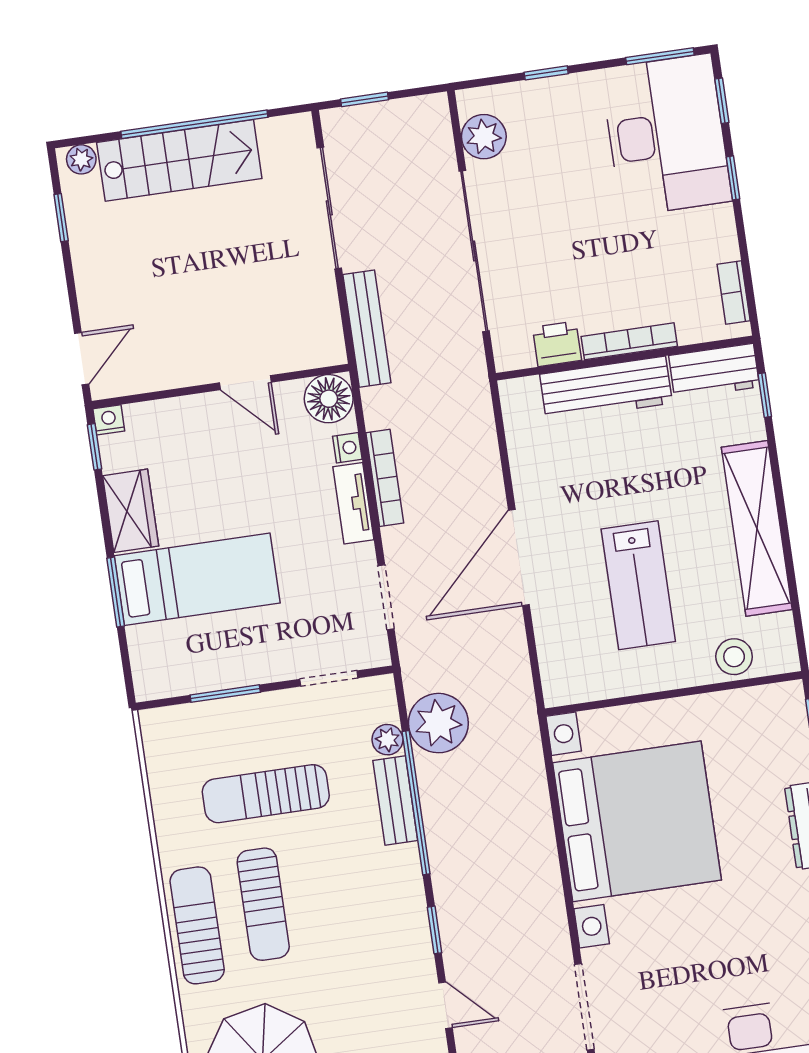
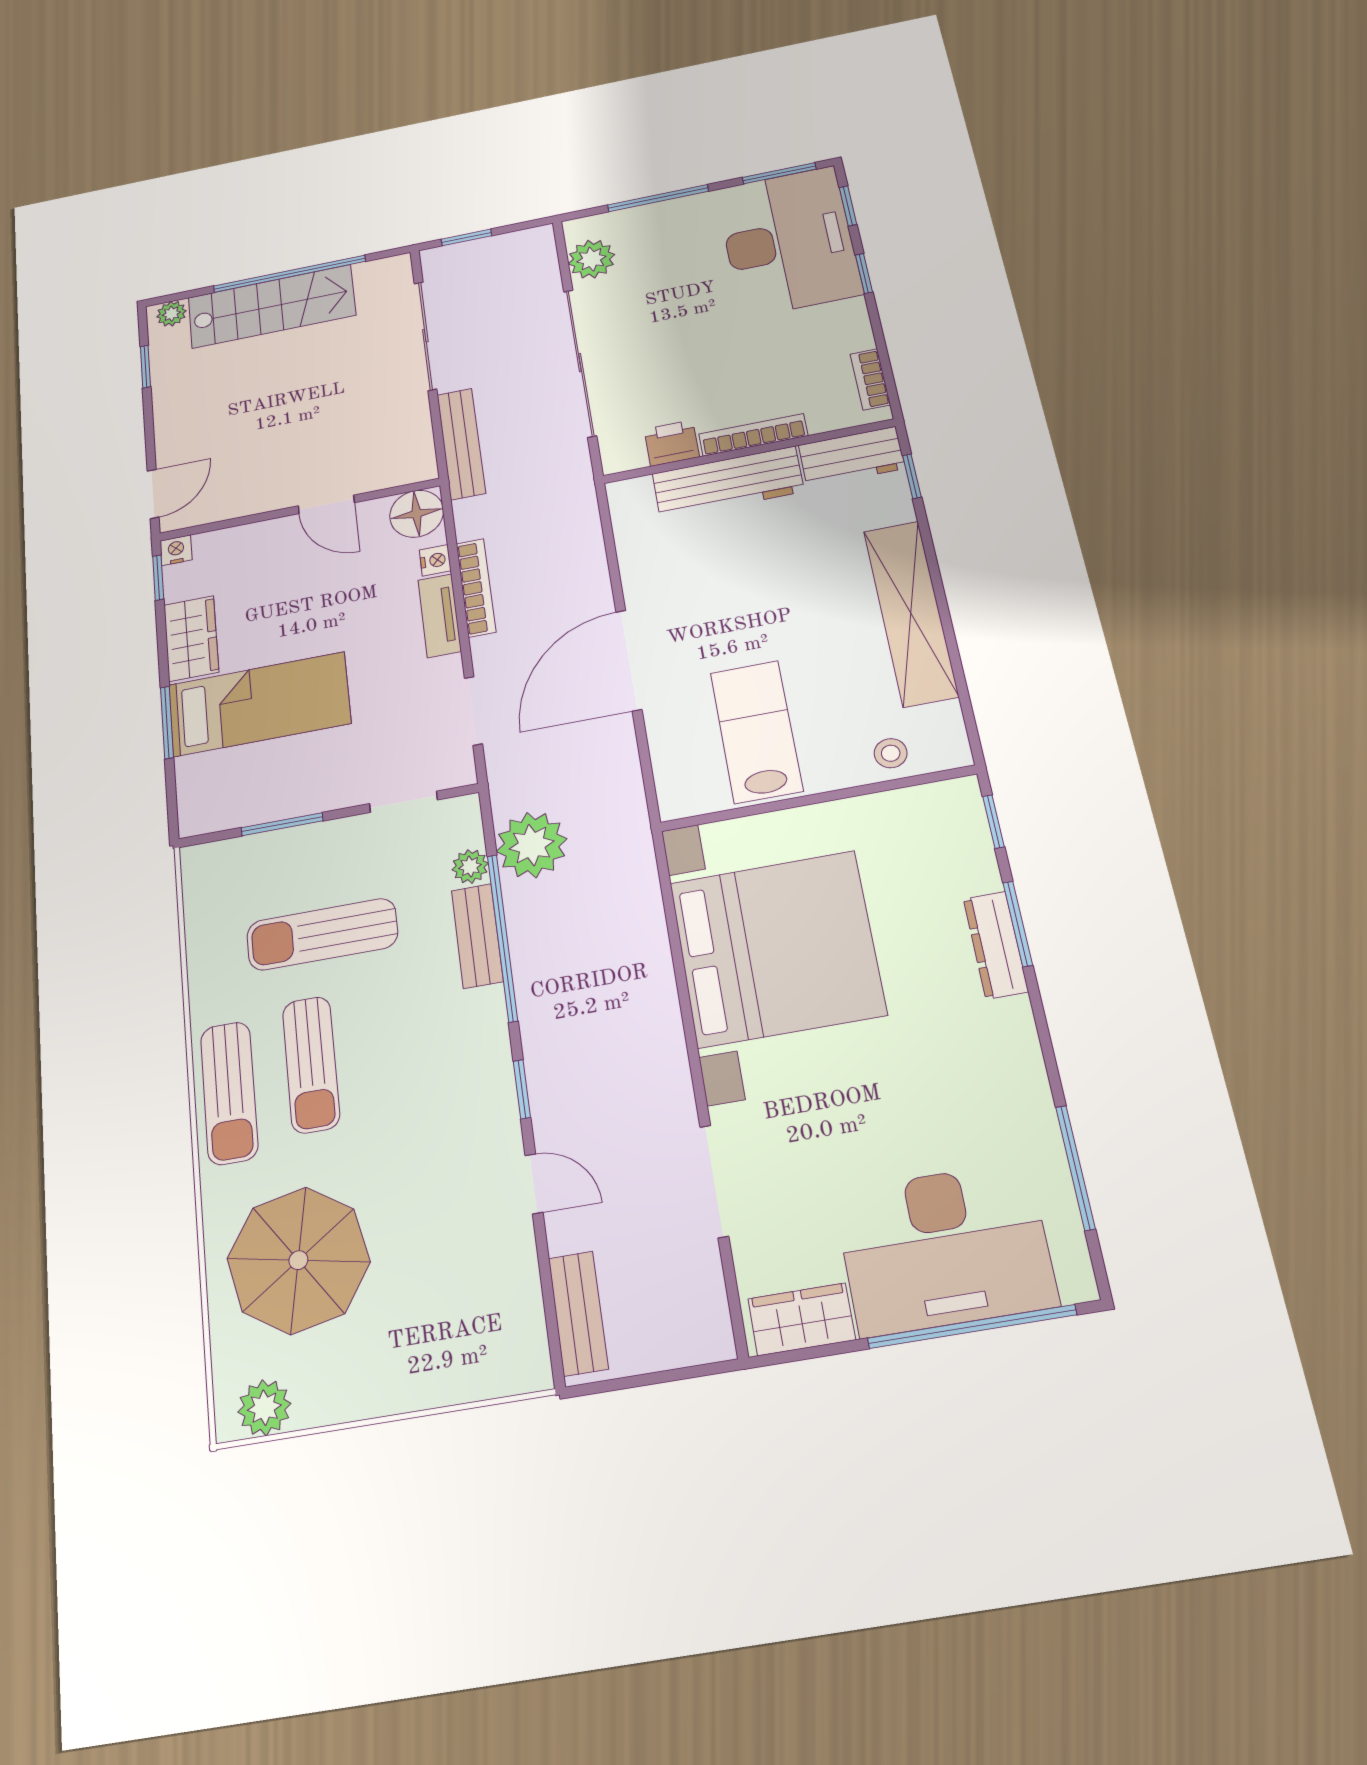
window: (546, 73) -> (658, 198), width x2.17
lab bench: (638, 585) -> (756, 732), moved, turned 180
stool: (734, 657) -> (891, 753), width x0.73, depth x0.73
sun lounger: (197, 925) -> (229, 1093), turned 180

